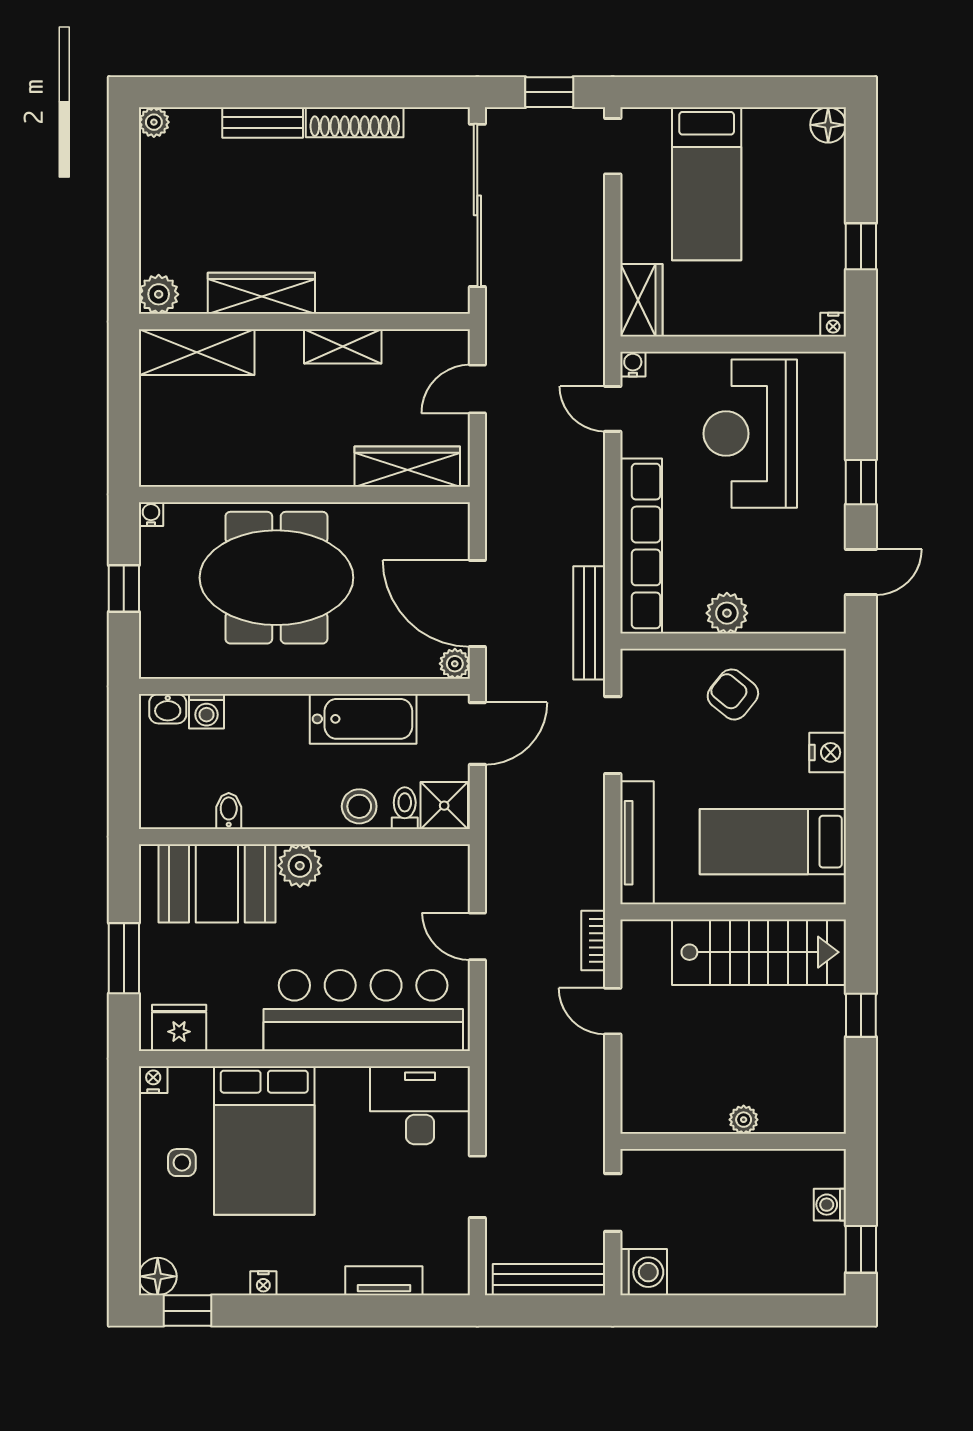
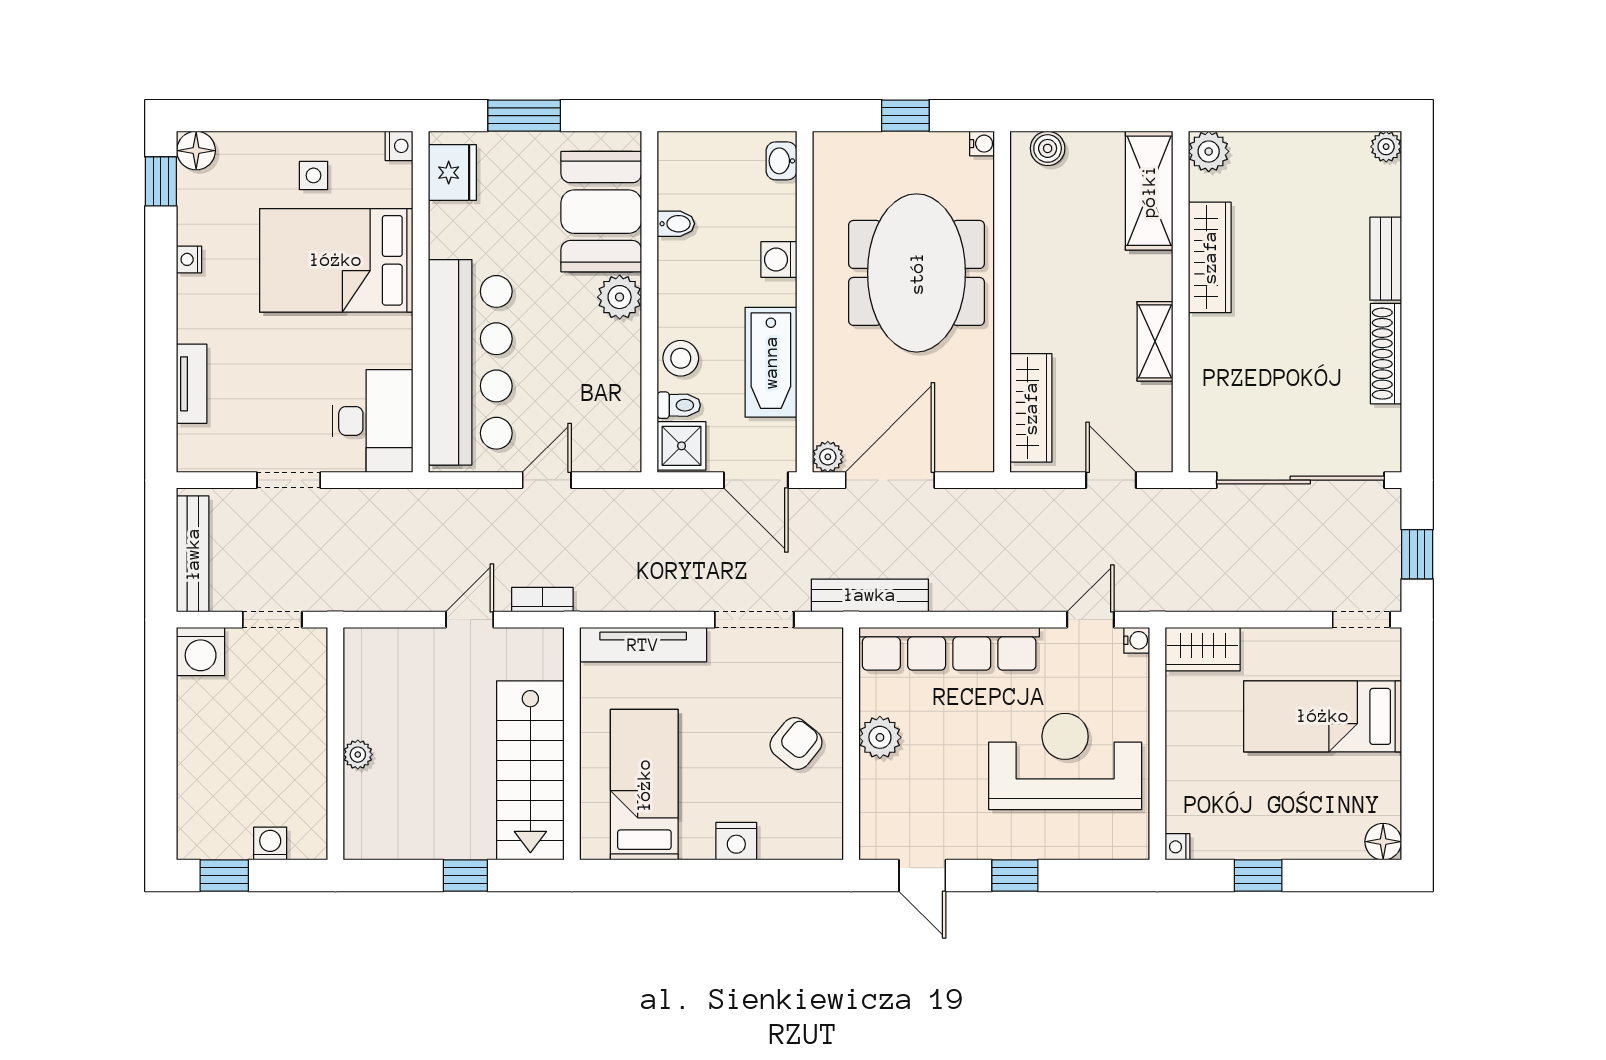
boiler: (156, 450) -> (1048, 148), added
washing machine: (206, 711) -> (779, 260), moved

